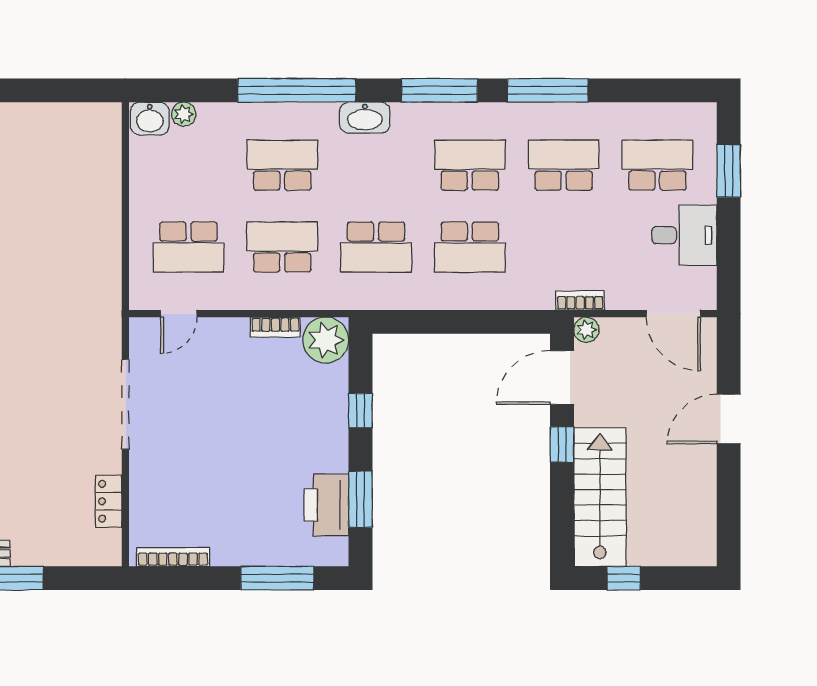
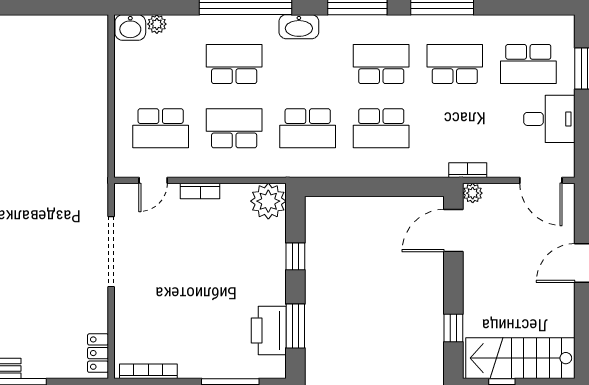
school desk: (657, 165) -> (528, 64), turned 180
bookcase: (275, 327) -> (200, 191), moved
window: (562, 444) -> (453, 328), moved
stairs: (600, 497) -> (520, 358), moved, turned -90
locker: (109, 501) -> (98, 353), moved

